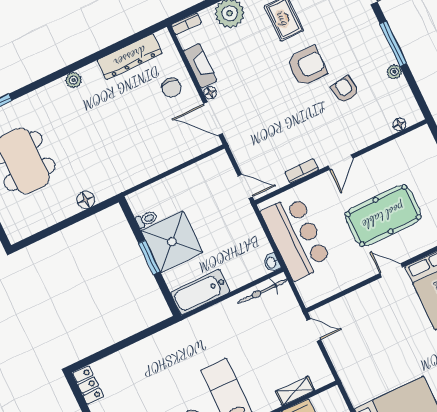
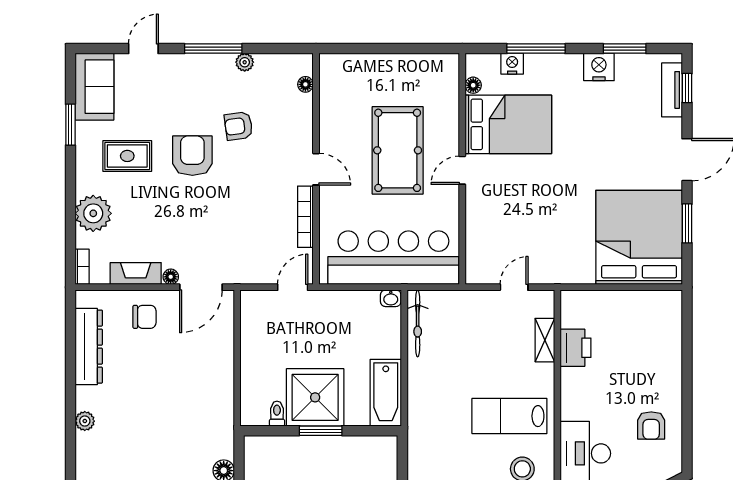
bookcase: (302, 171) -> (305, 217), width x1.56
bar counter: (296, 237) -> (393, 258), width x1.36
door: (314, 330) -> (514, 287), moved

